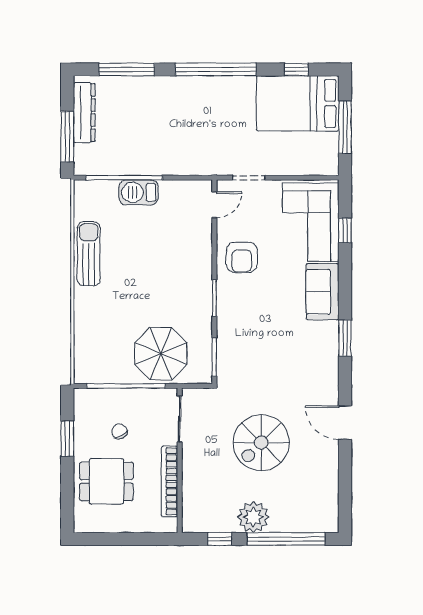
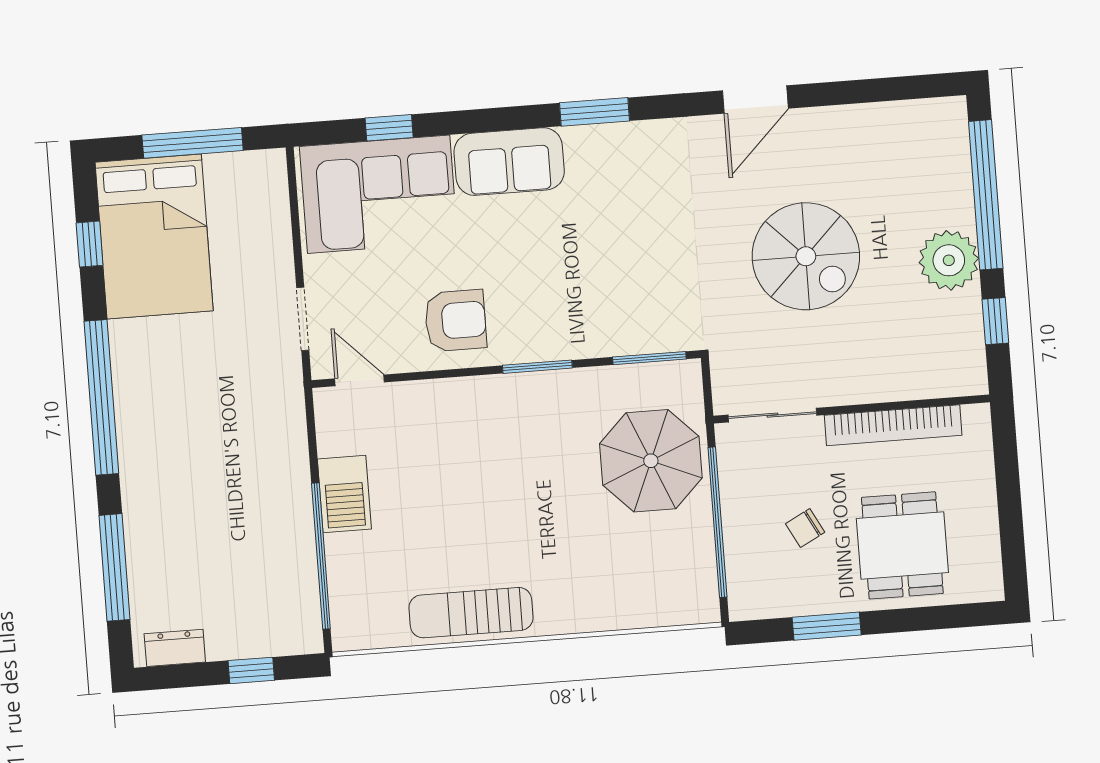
dresser: (84, 113) -> (175, 648), width x0.51, depth x0.80
window: (67, 137) -> (251, 670), width x0.46
barbecue: (139, 192) -> (344, 494), moved

